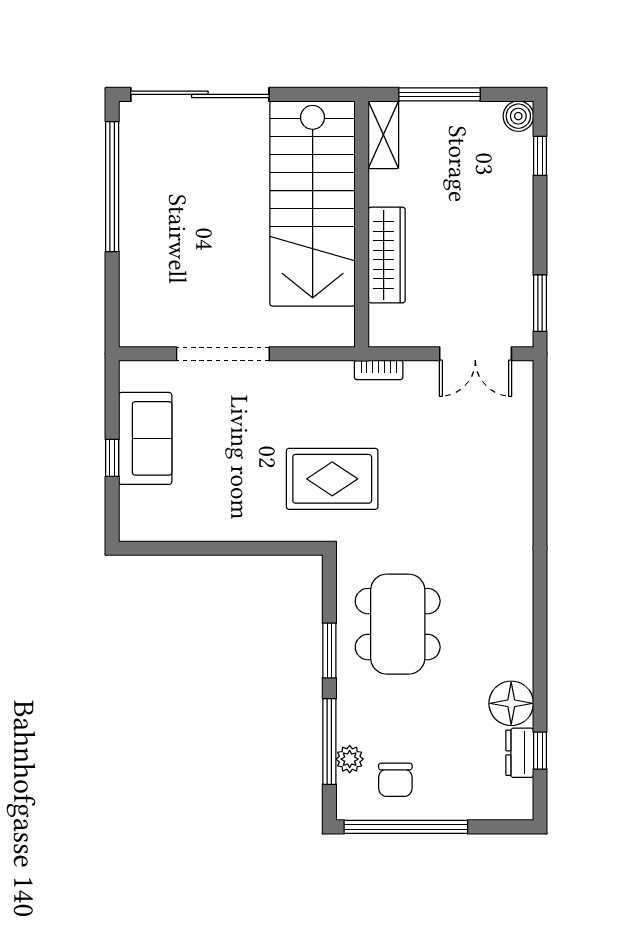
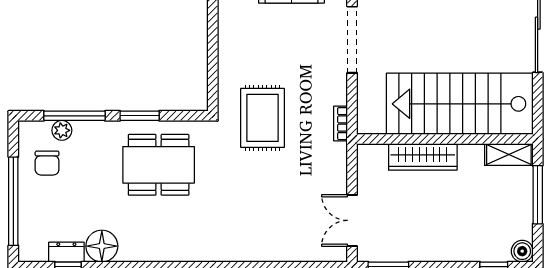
bookcase: (379, 370) -> (341, 124), moved
chair: (395, 780) -> (47, 163), turned -90
window: (406, 827) -> (13, 201), moved

